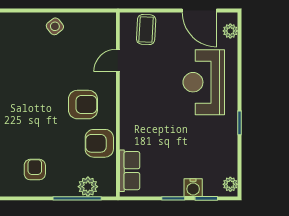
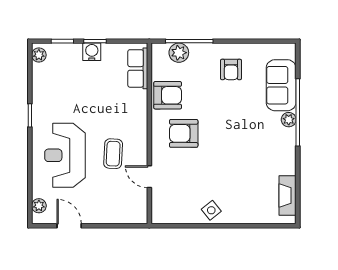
door: (199, 11) -> (69, 226), width x0.73
coffee table: (146, 30) -> (113, 154), moved
door: (118, 61) -> (149, 177), swing flipped
reception desk: (204, 82) -> (65, 155), turned 180
water cooler: (193, 188) -> (92, 52), moved

